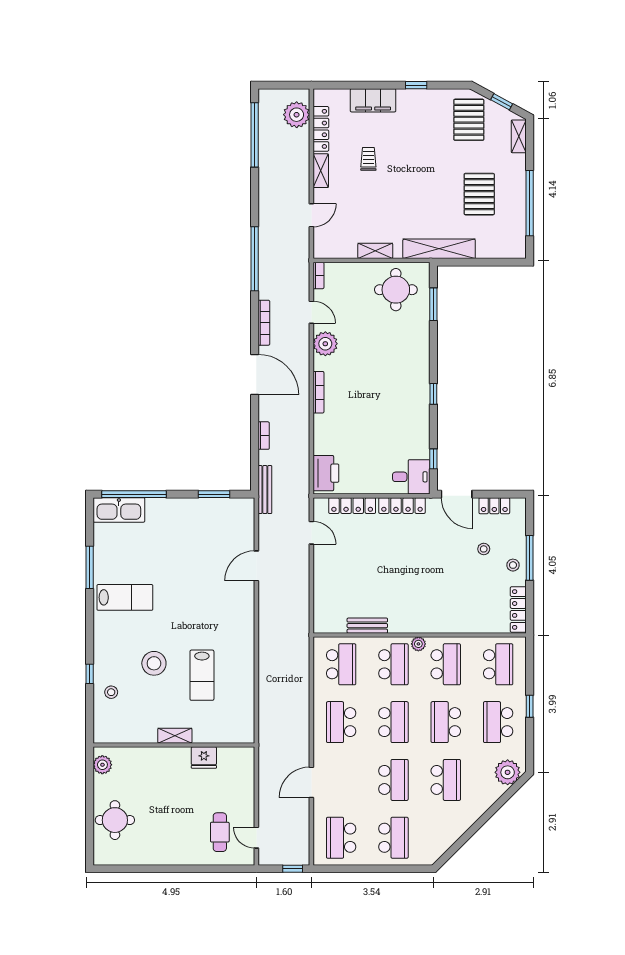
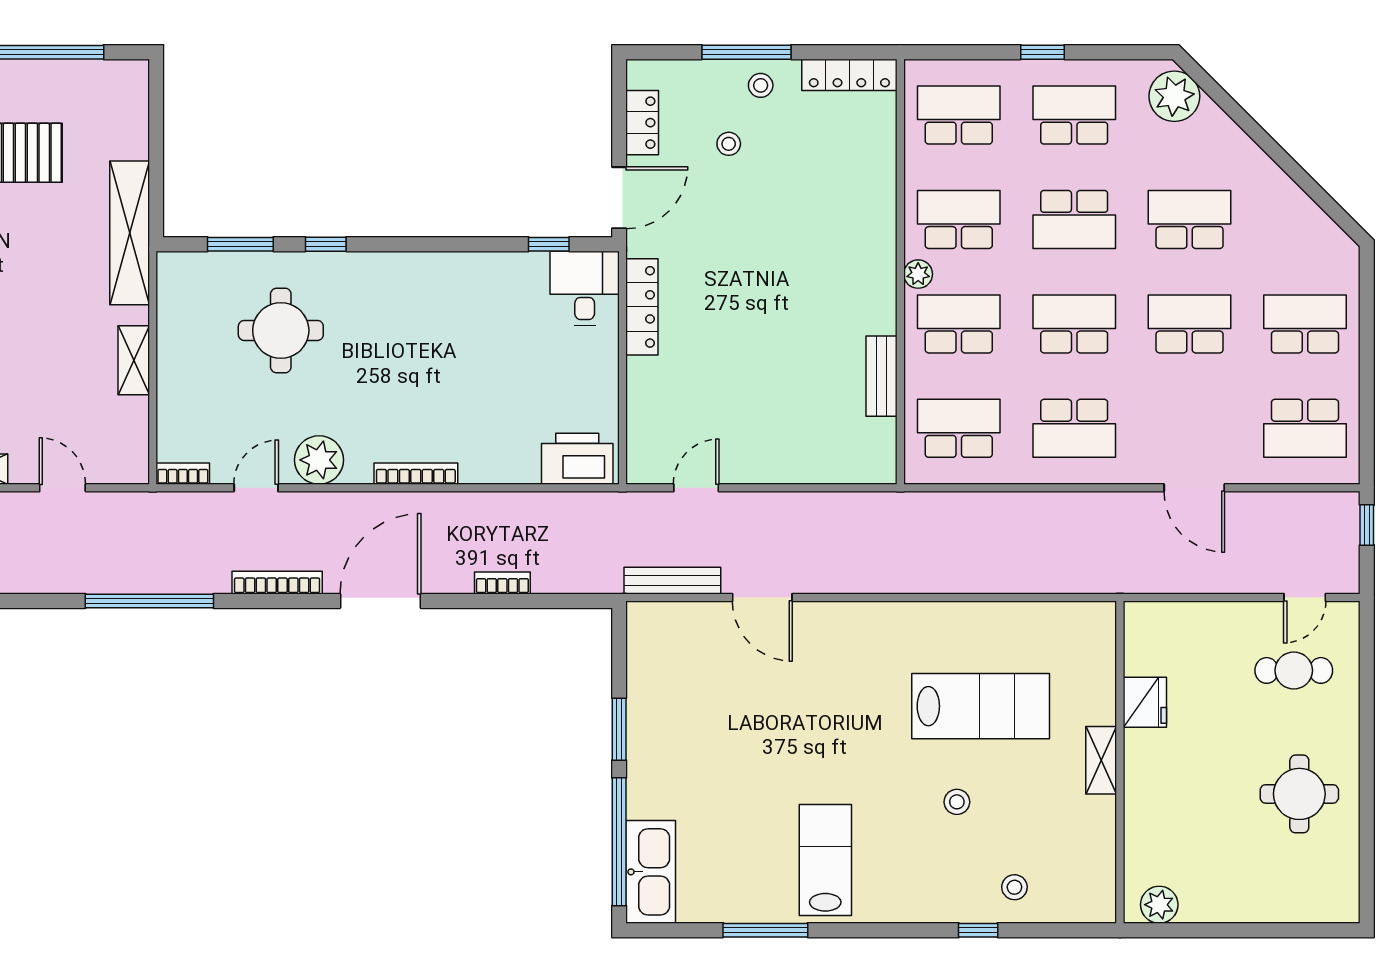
round table: (396, 290) -> (281, 330), moved
window: (433, 394) -> (326, 244), moved
bench: (265, 490) -> (672, 581), moved
window: (214, 494) -> (619, 729), moved
locker: (352, 506) -> (642, 406), removed
stool: (154, 663) -> (957, 802), width x0.53, depth x0.53
lab bench: (202, 675) -> (981, 706), width x1.36, depth x1.39
school desk: (498, 722) -> (1074, 115), turned 180
round table: (115, 820) -> (1299, 794), moved

